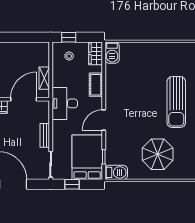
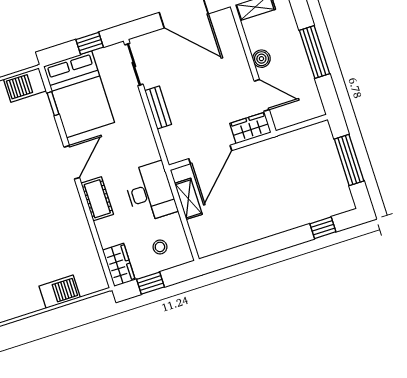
window: (69, 37) -> (150, 283), moved
barbecue: (112, 53) -> (60, 292), moved, turned 90
cot: (96, 85) -> (97, 199), moved
desk: (65, 103) -> (150, 192), moved

